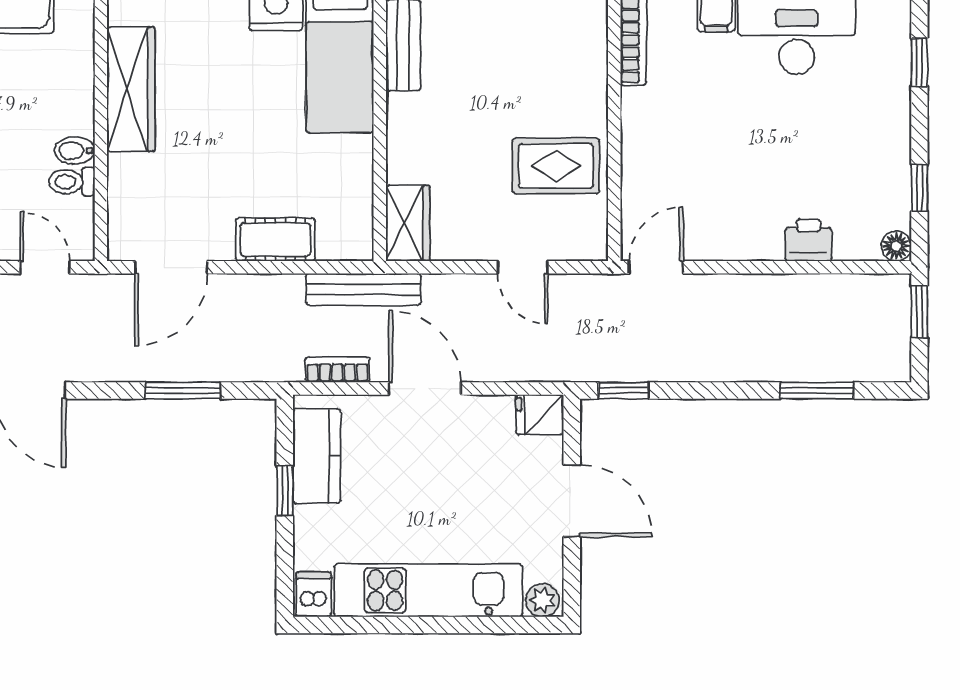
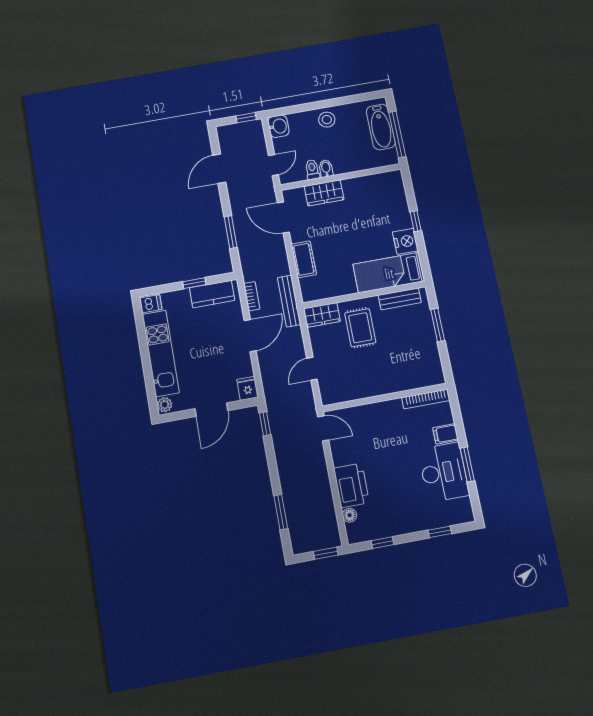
wardrobe: (131, 89) -> (324, 193), moved, width x0.67
rug: (556, 166) -> (360, 328), moved
printer: (809, 240) -> (351, 485), width x1.87, depth x1.48
floor lamp: (896, 246) -> (350, 515), moved

